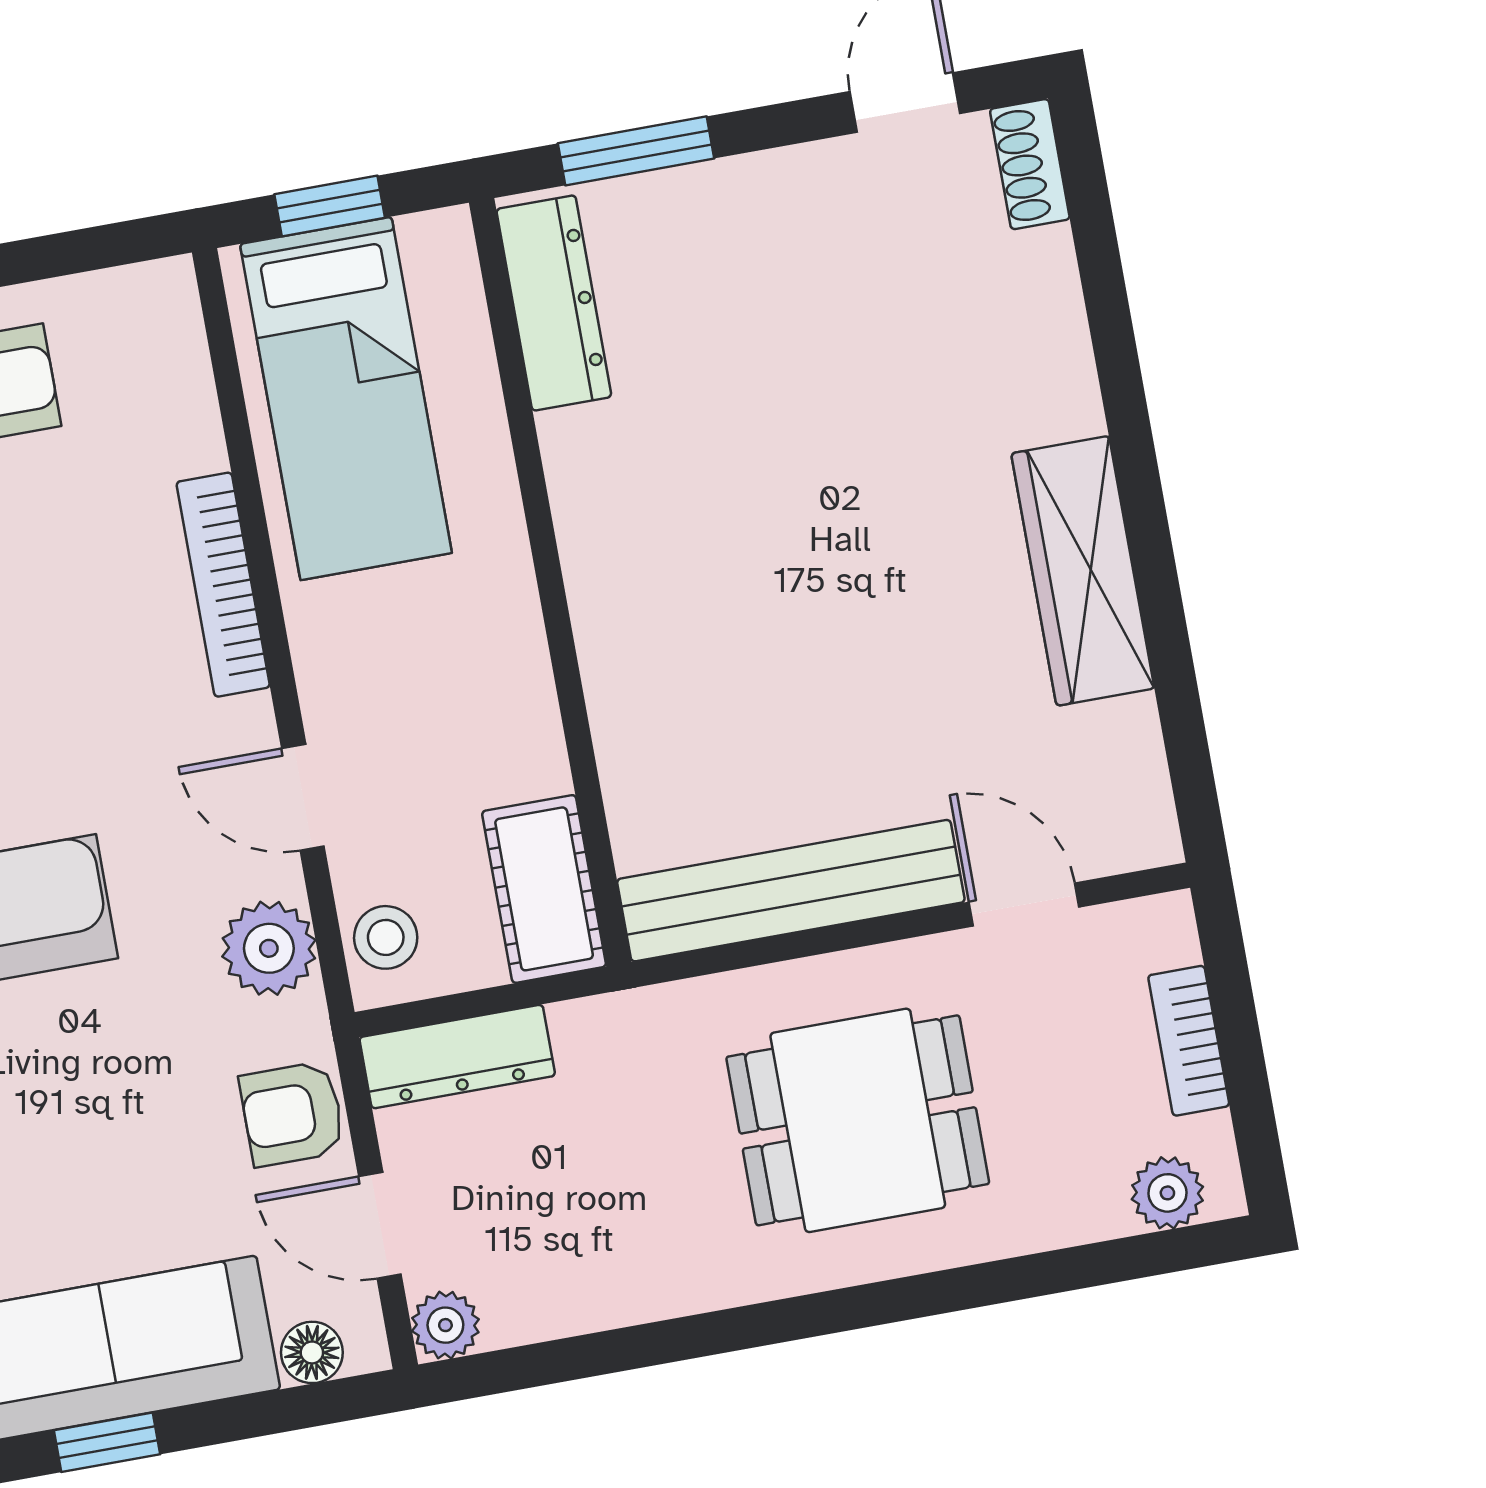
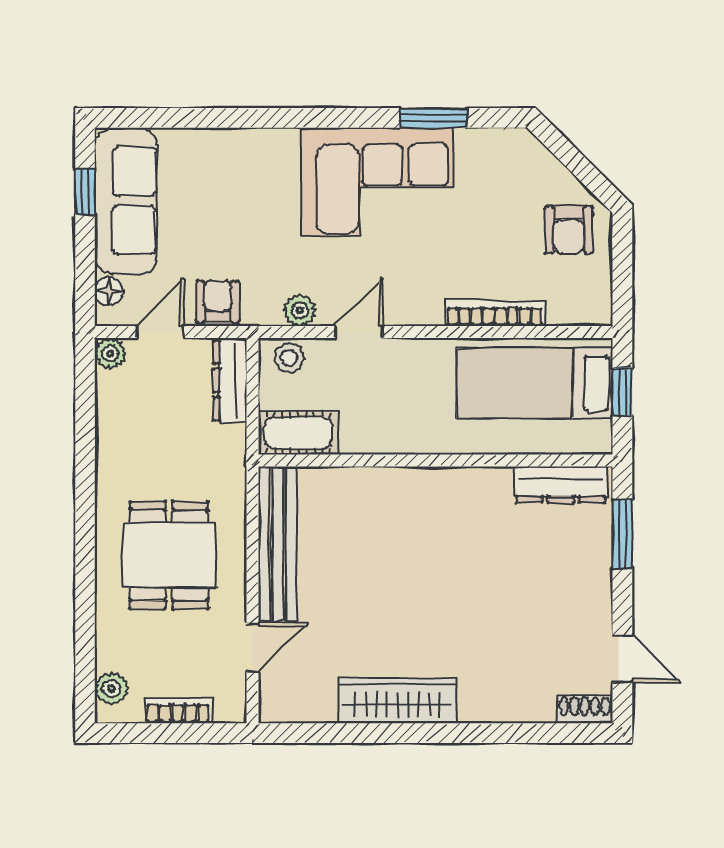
bookcase: (223, 585) -> (495, 313), moved
plant: (269, 948) -> (300, 310), width x0.73, depth x0.73

